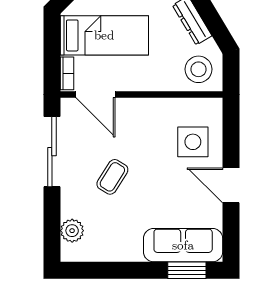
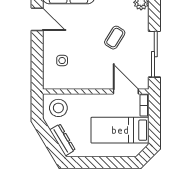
side table: (193, 142) -> (62, 61), width x0.54, depth x0.54
door: (231, 185) -> (37, 19), moved

